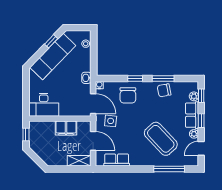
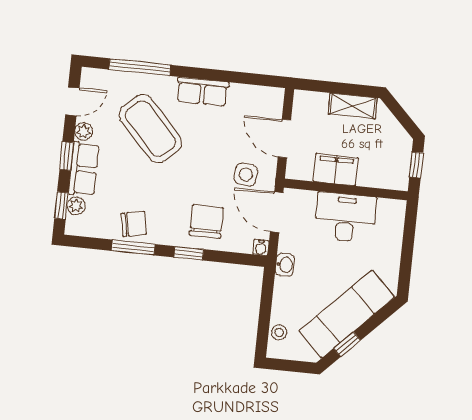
desk: (44, 105) -> (346, 217), moved
row of seats: (117, 160) -> (202, 92), moved
shelving: (79, 161) -> (353, 106), moved

